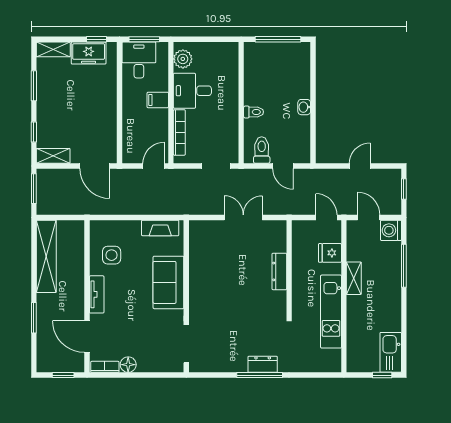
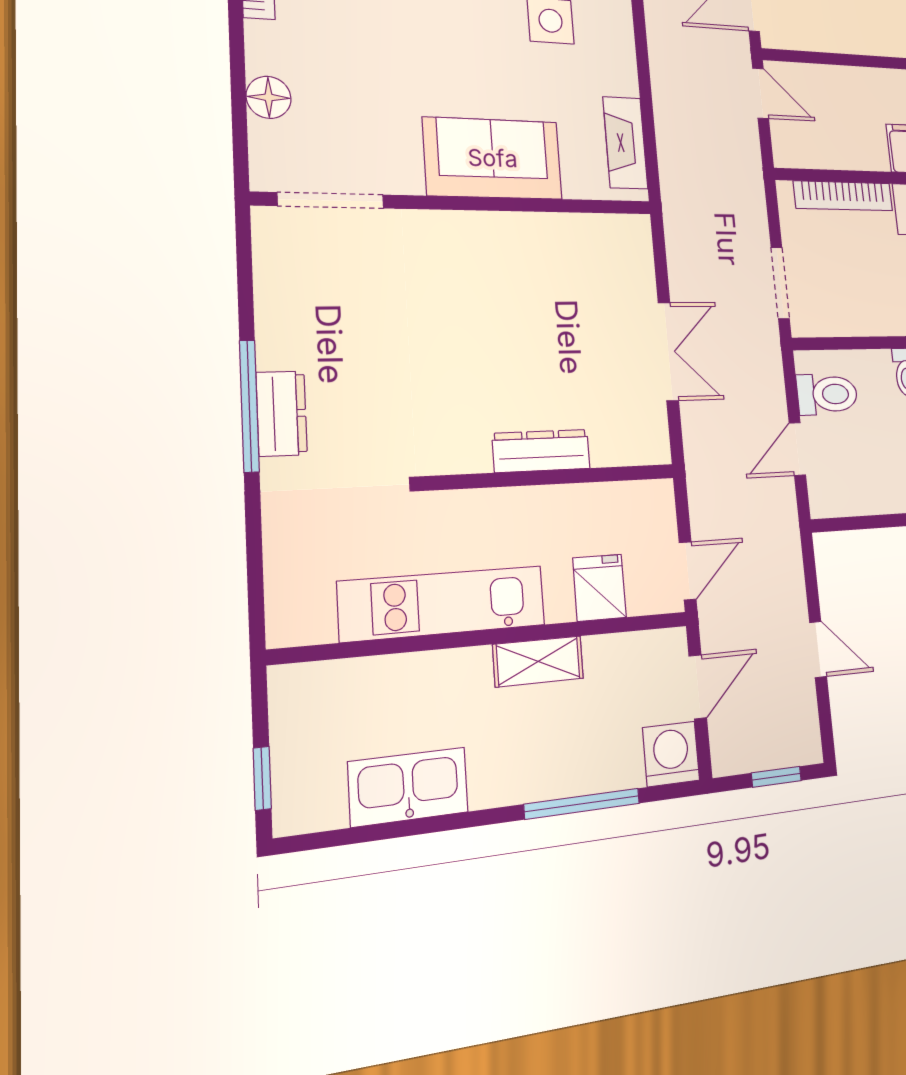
door: (154, 166) -> (761, 93), moved
kitchen sink: (391, 352) -> (408, 787), moved
floor lamp: (128, 365) -> (269, 97), moved

